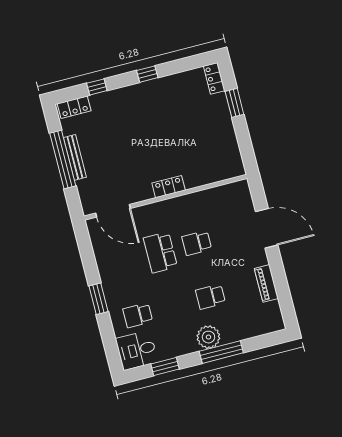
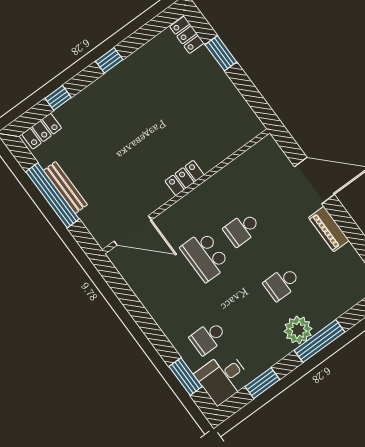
piano: (266, 283) -> (329, 229), moved
window: (98, 299) -> (186, 377), moved

